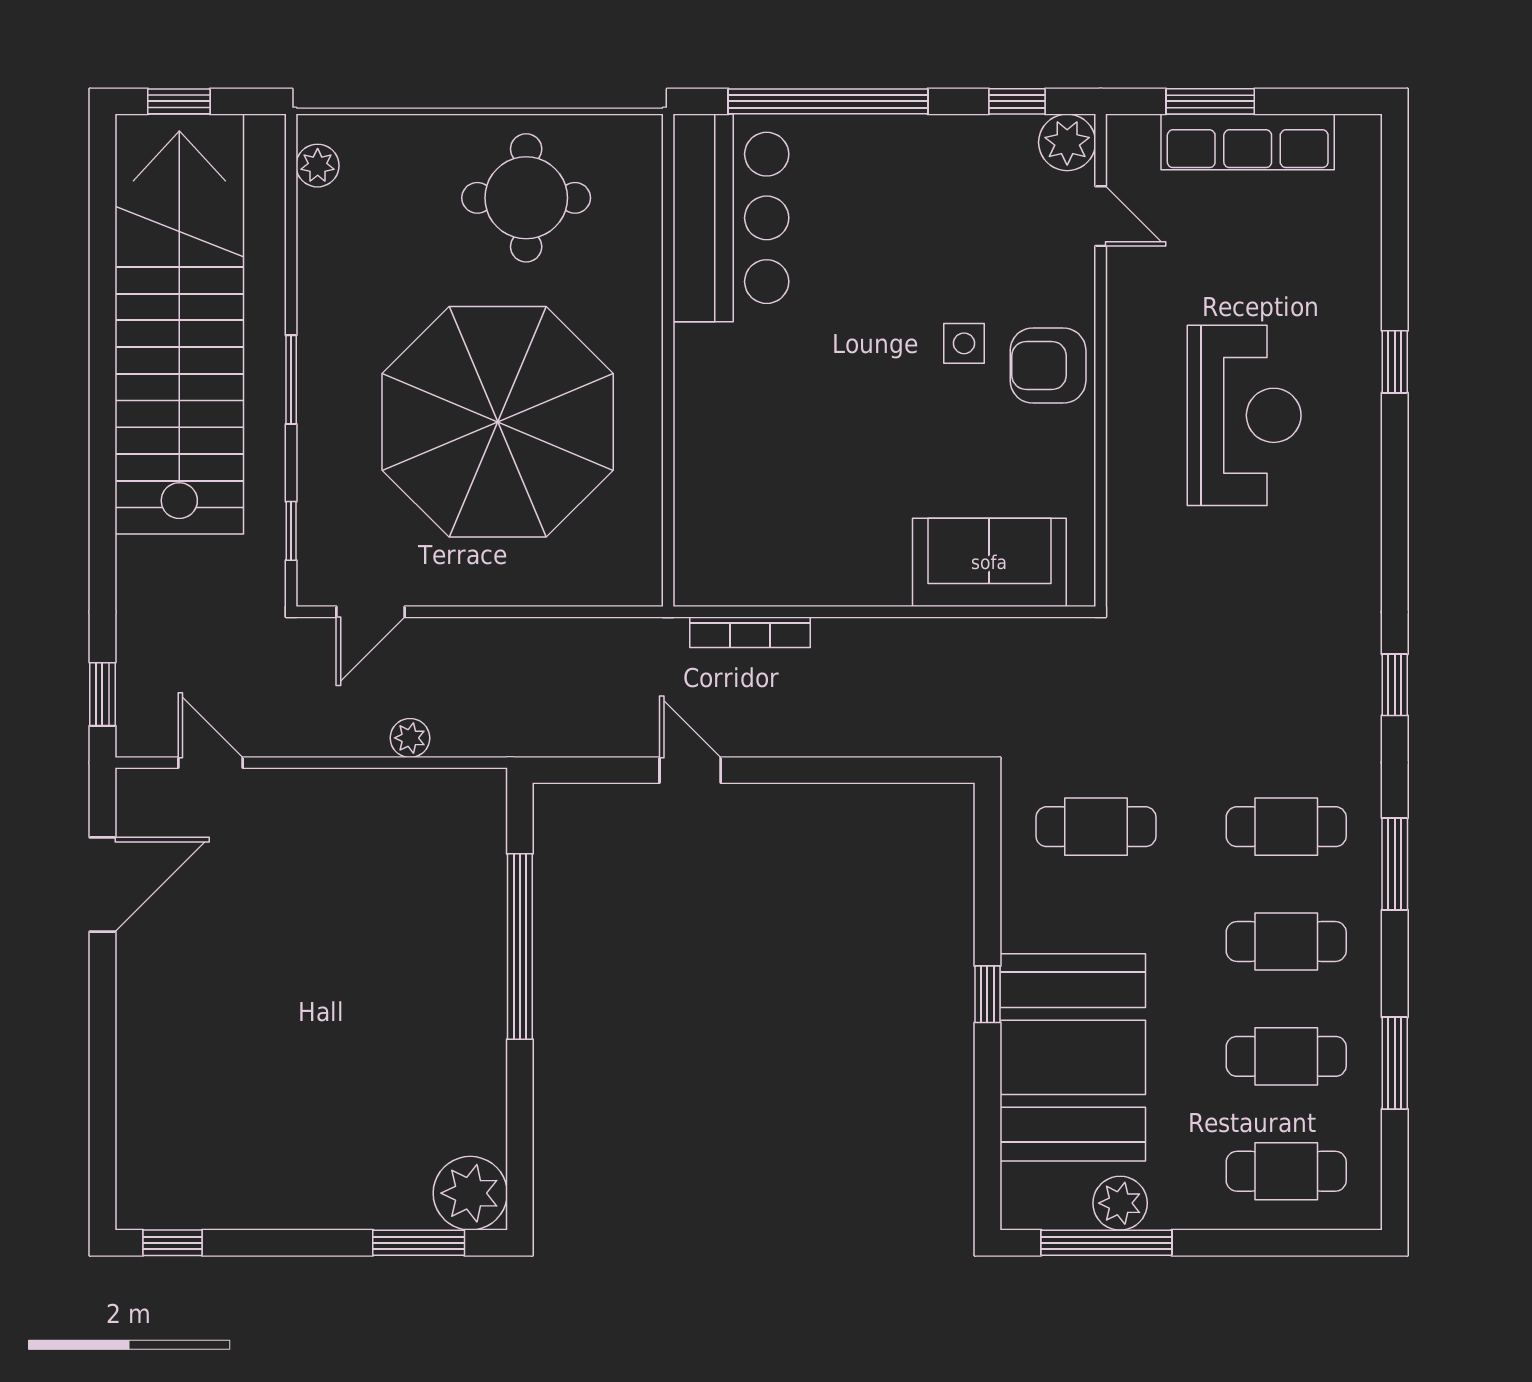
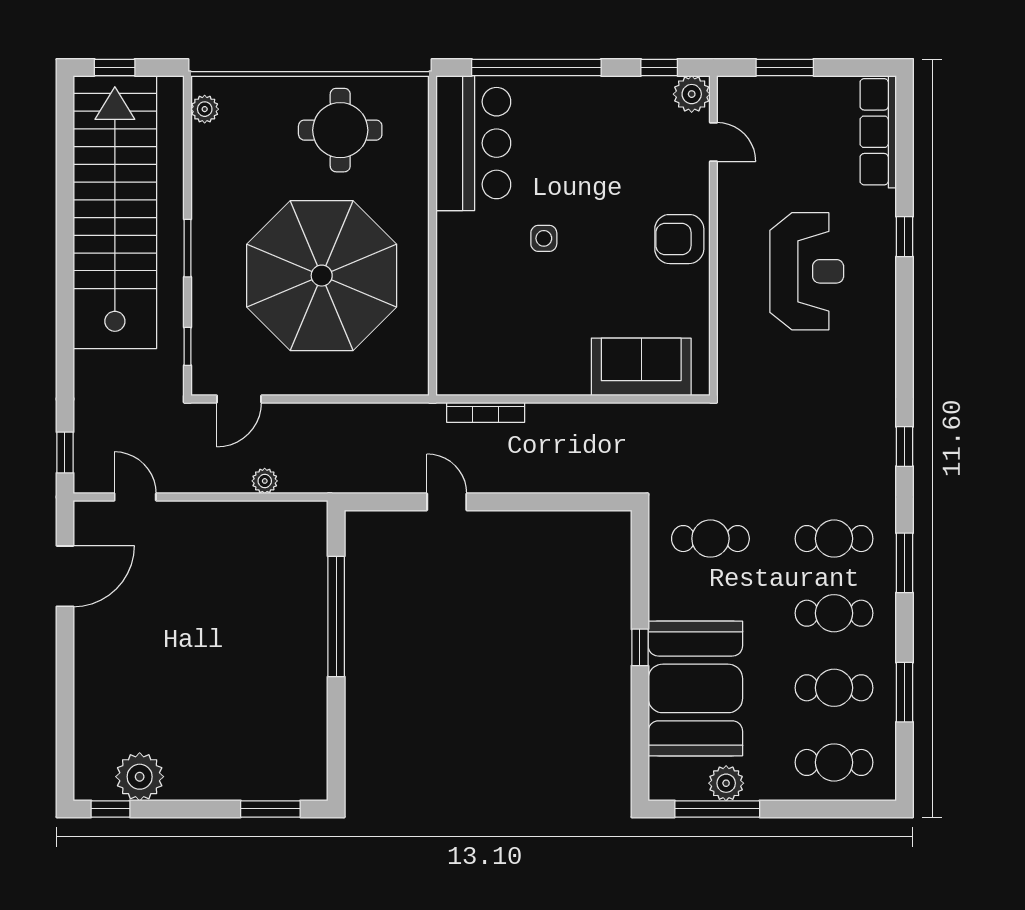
row of seats: (1248, 142) -> (878, 132), moved, turned 90
side table: (964, 343) -> (544, 238), moved
plant: (470, 1193) -> (140, 777), moved

